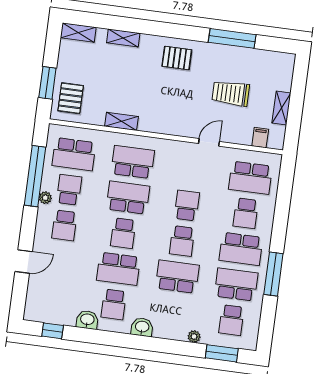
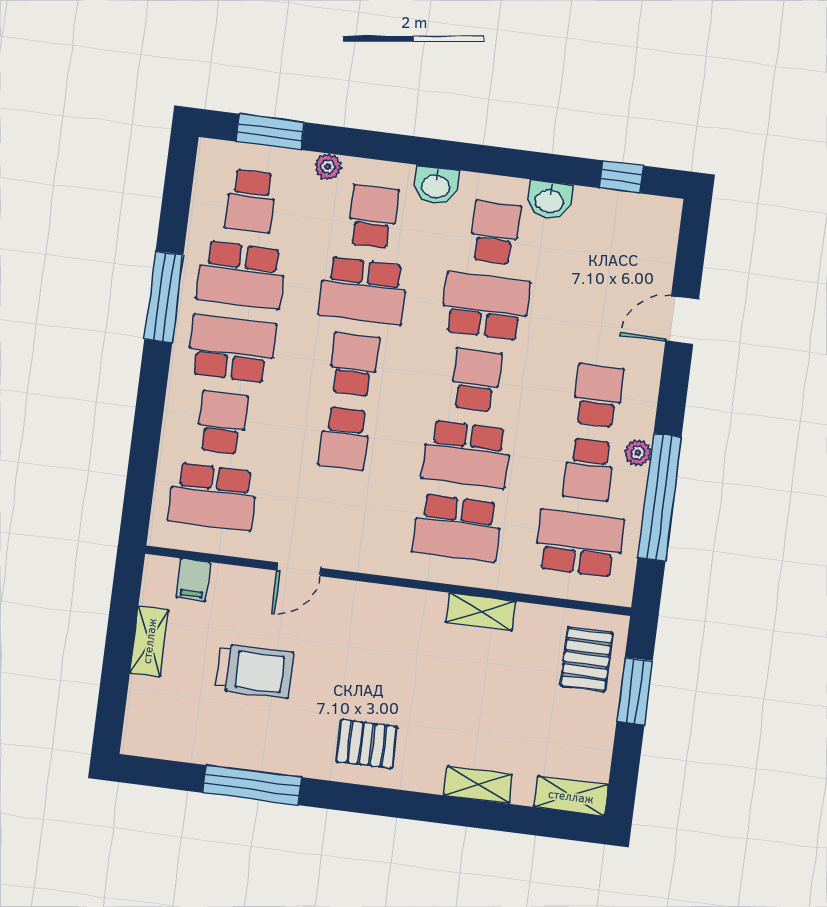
school desk: (250, 178) -> (213, 496), turned 180
school desk: (173, 312) -> (373, 217), added
school desk: (231, 320) -> (251, 201), turned 180

